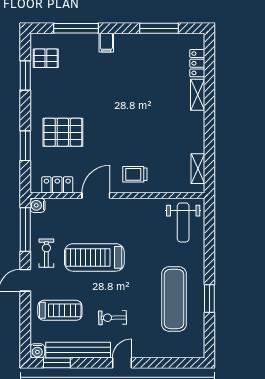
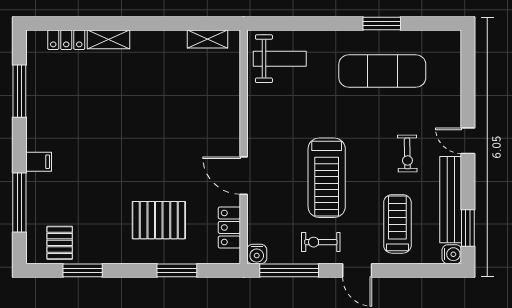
pallet: (63, 132) -> (159, 220), turned 90
trolley: (135, 174) -> (215, 123), removed

